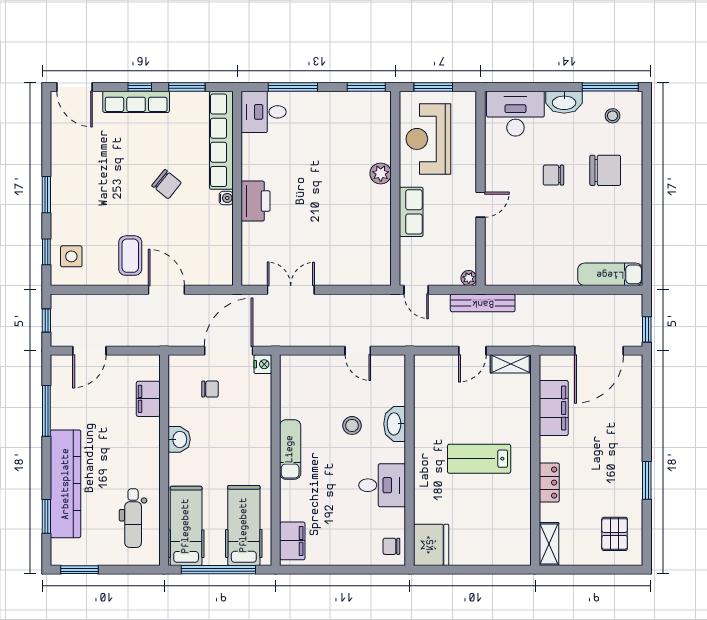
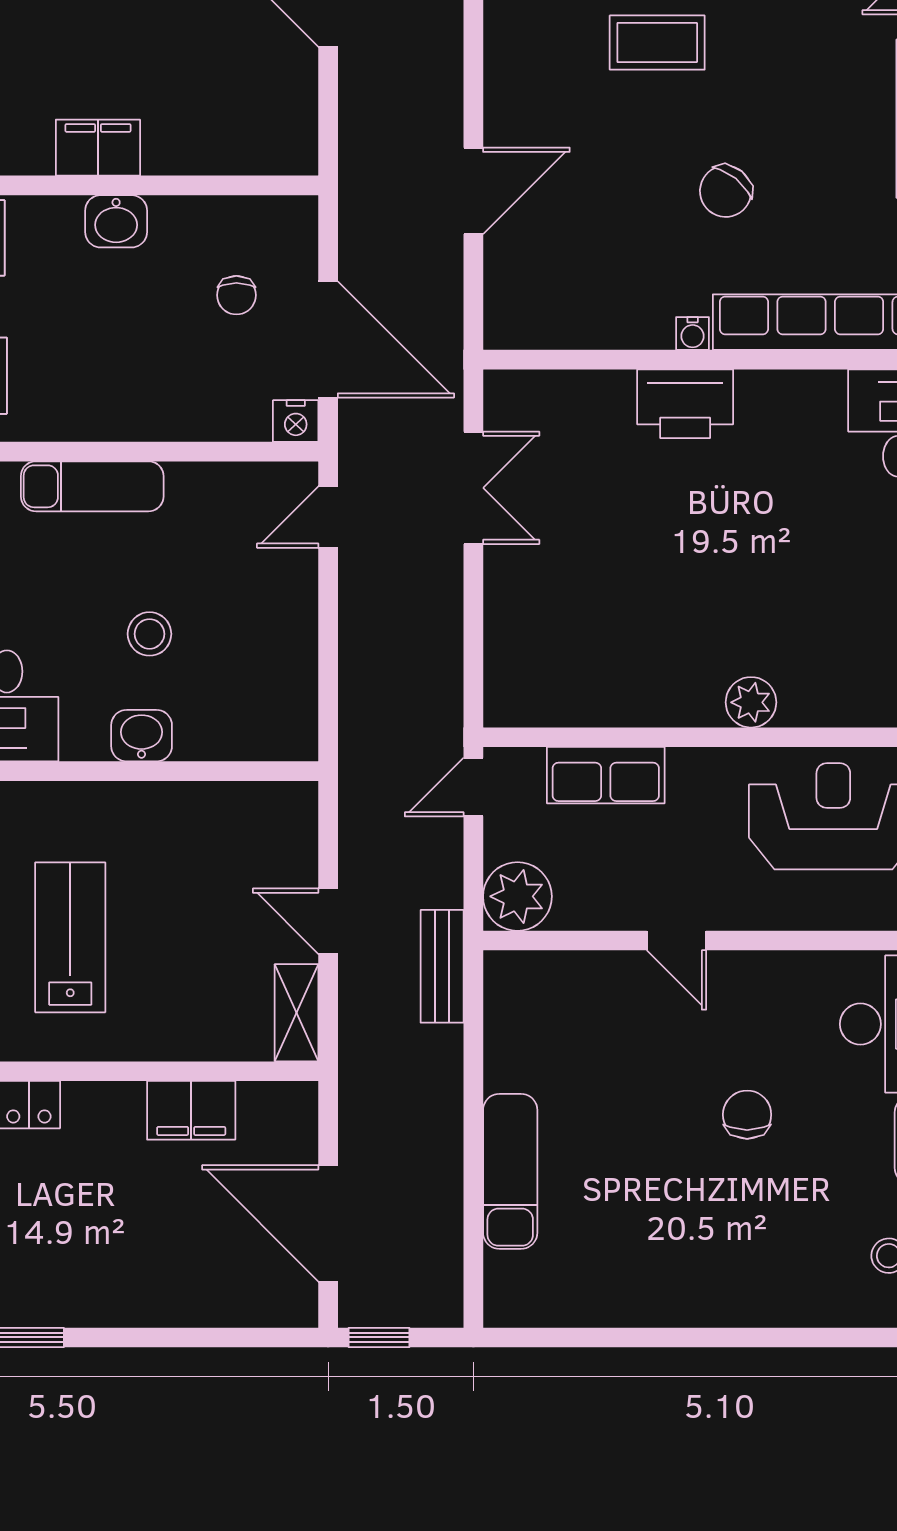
chair: (605, 170) -> (758, 1238), removed
row of seats: (411, 212) -> (606, 775), moved
coffee table: (130, 256) -> (657, 43), moved
exam couch: (610, 274) -> (510, 1171), moved
plant: (469, 278) -> (517, 896), width x1.88, depth x1.88
bench: (483, 303) -> (442, 966), width x0.73
door: (358, 351) -> (328, 517), moved
filing cabinet: (148, 399) -> (98, 148), moved
filing cabinet: (554, 408) -> (191, 1110), width x0.67, depth x0.86
washbasin: (395, 424) -> (142, 736), width x0.72

